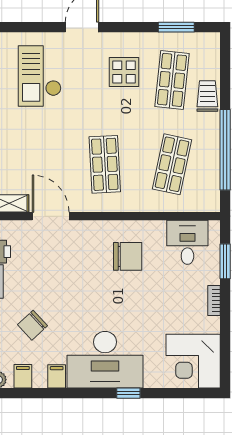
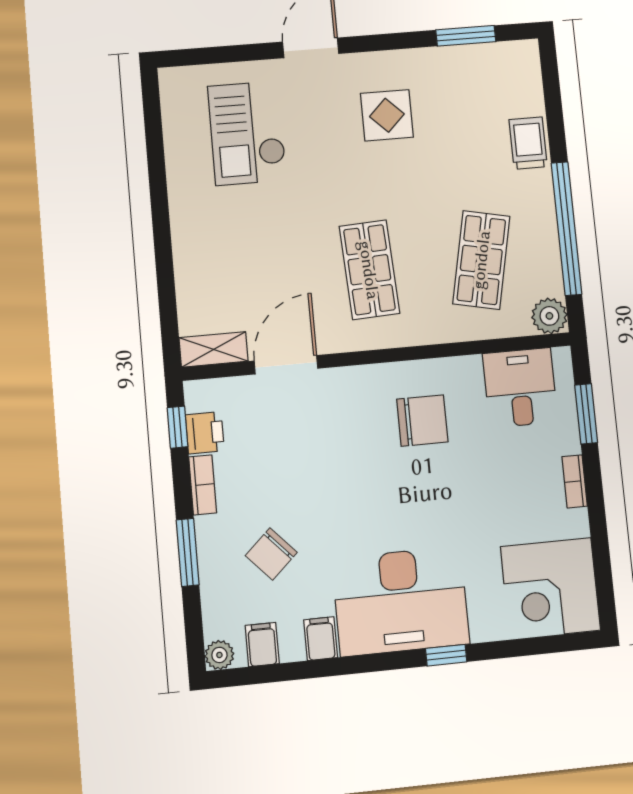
shop shelf: (172, 80) -> (467, 122), removed
plant: (209, 201) -> (549, 316), added
door: (51, 216) -> (286, 365), hinge flipped

